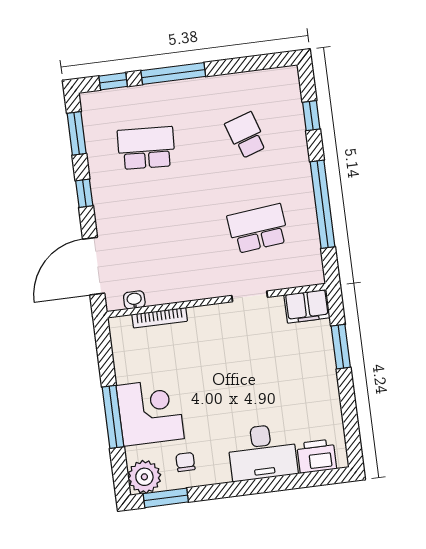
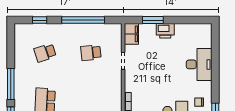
school desk: (258, 229) -> (91, 53), width x0.54
printer: (317, 456) -> (165, 31), moved, turned -90

